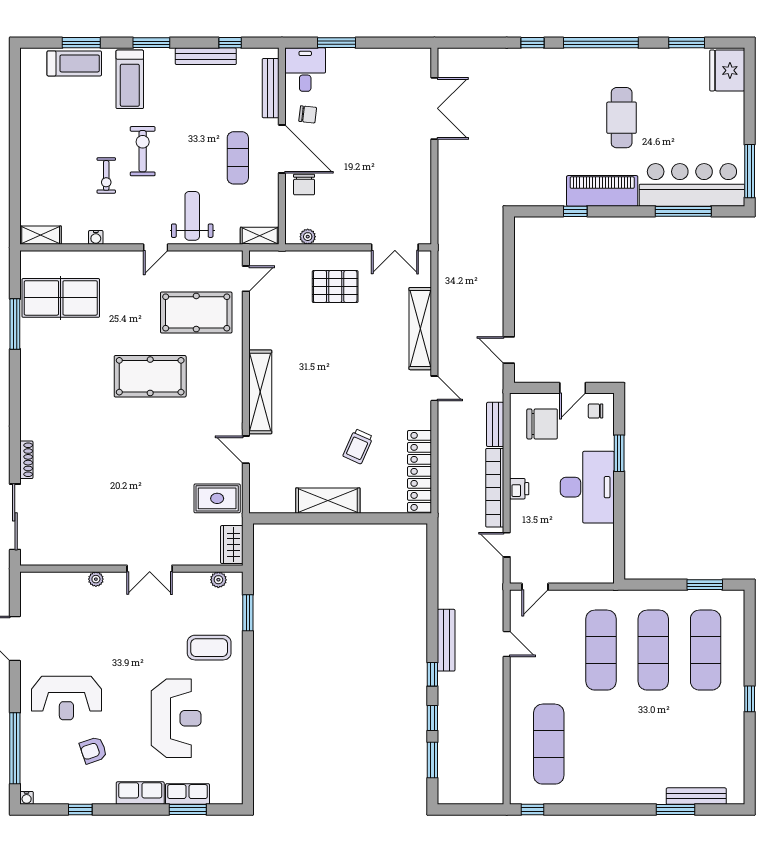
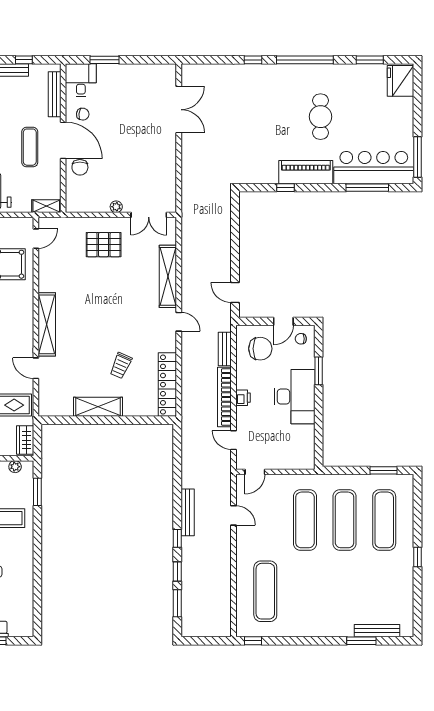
plant: (308, 237) -> (116, 207), moved

